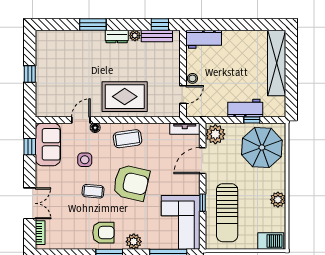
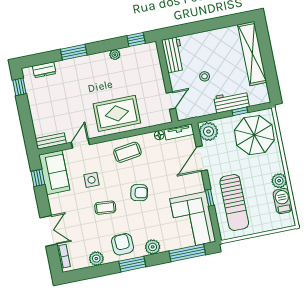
dresser: (117, 36) -> (44, 70), moved
bench: (157, 36) -> (51, 141), moved
workbench: (204, 39) -> (173, 55), moved, turned -90
window: (30, 74) -> (19, 87), moved
stool: (192, 78) -> (205, 76), moved
floor lamp: (95, 128) -> (159, 135), moved
armchair: (131, 183) -> (139, 193), width x0.53, depth x0.53
armchair: (103, 233) -> (123, 244), turned -92
barbecue: (271, 241) -> (283, 201), moved, turned -90
plant: (73, 242) -> (96, 259), added

